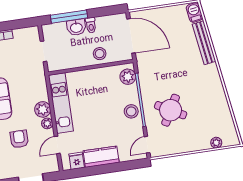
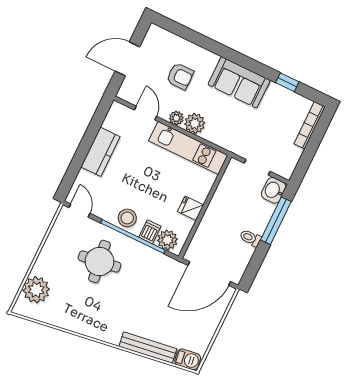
washbasin: (76, 27) -> (274, 190), moved
stool: (100, 54) -> (213, 226), removed
dishwasher: (130, 91) -> (150, 232), added
round table: (171, 110) -> (99, 261), turned -37
plant: (216, 143) -> (36, 290), width x1.88, depth x1.88
fridge: (77, 161) -> (191, 208), moved, turned 180

